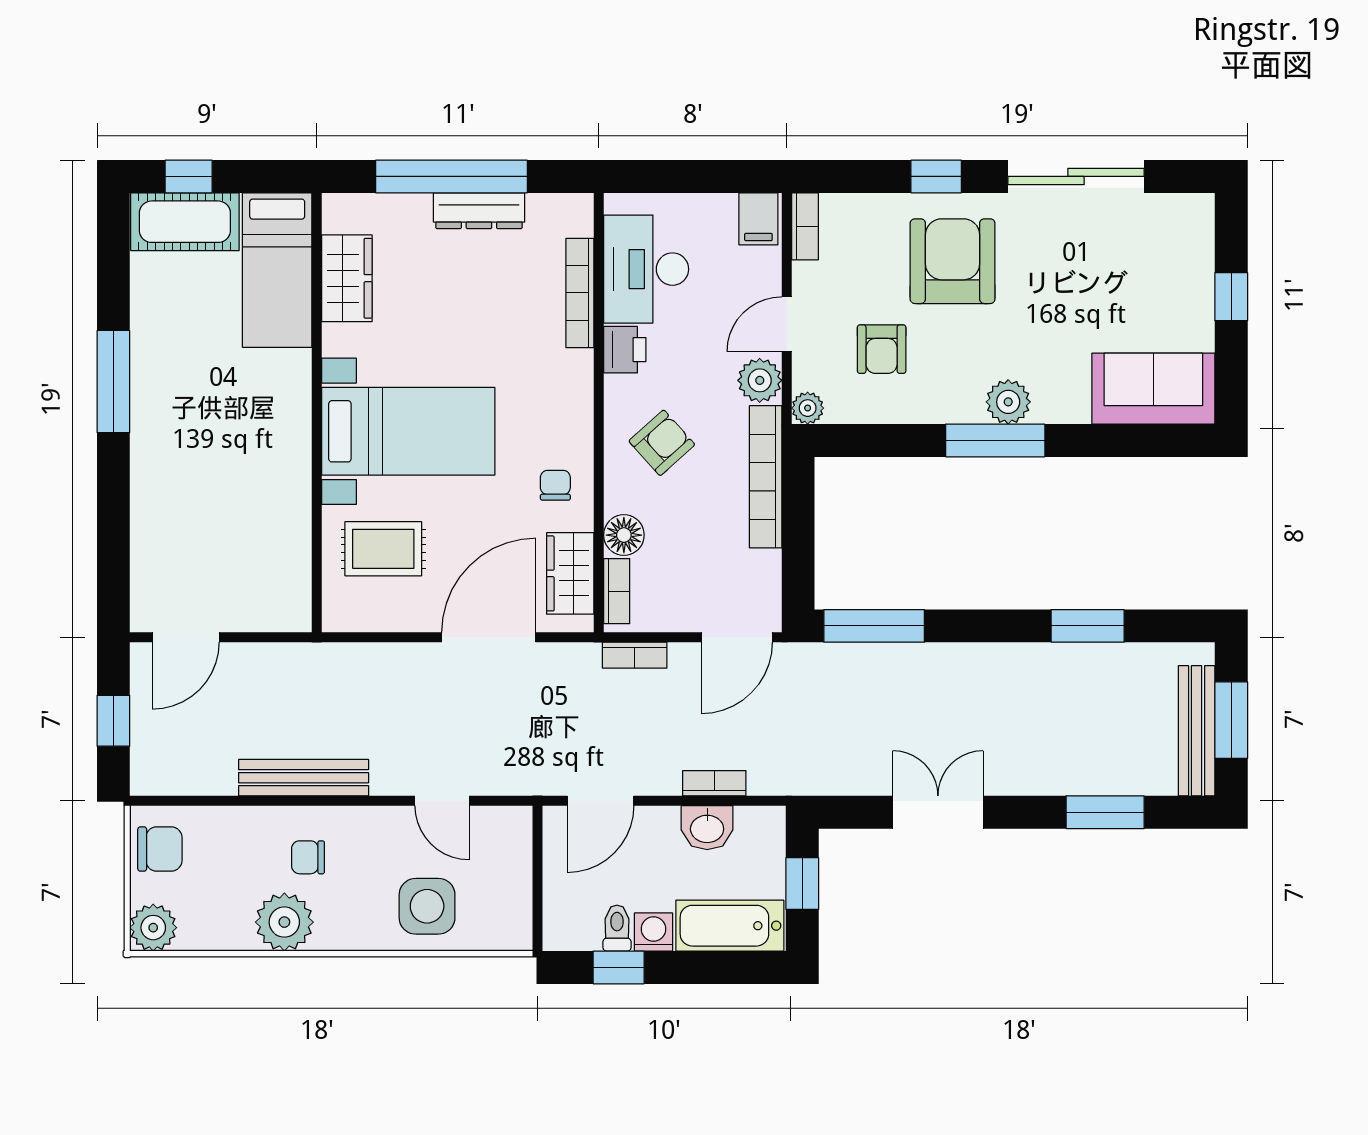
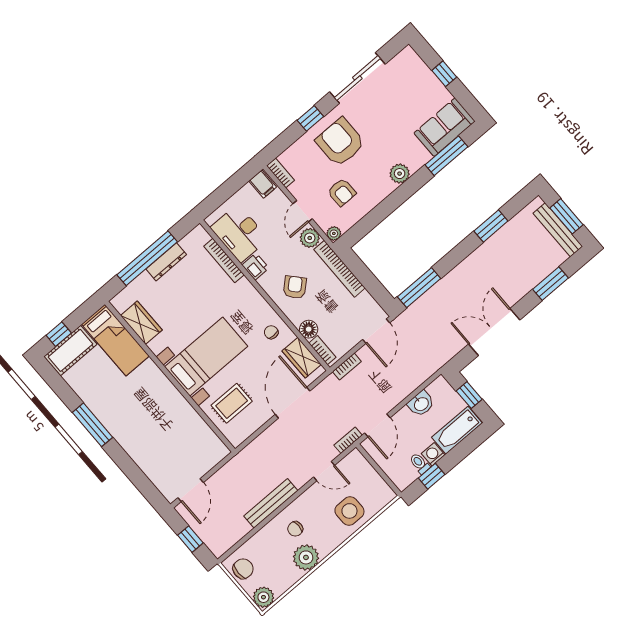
window: (995, 440) -> (446, 156), moved
bookcase: (714, 783) -> (348, 440), moved
double door: (938, 812) -> (494, 332), width x1.37

